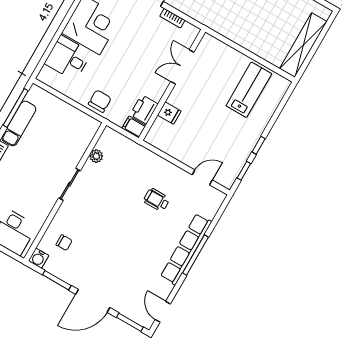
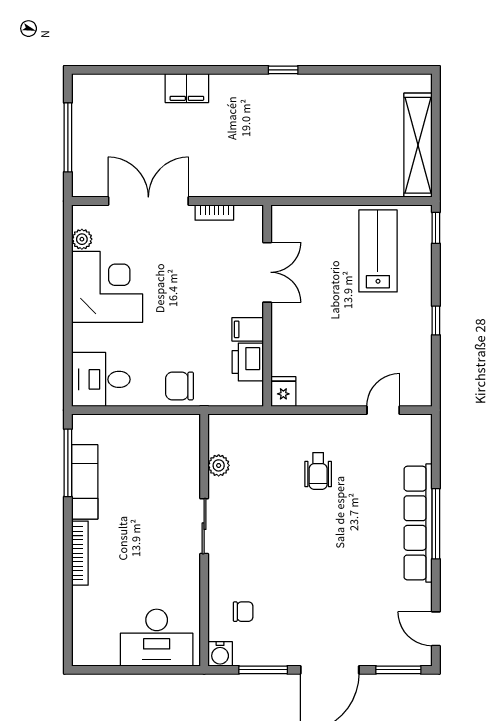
desk: (68, 58) -> (101, 379), moved
double door: (182, 67) -> (267, 272), swing flipped
chair: (100, 101) -> (180, 386), turned -90
fridge: (169, 113) -> (283, 392), moved, turned -90
filing cabinet: (134, 127) -> (248, 329), moved
window: (244, 171) -> (436, 228), moved
wheelchair: (157, 200) -> (318, 471), moved, turned -90

